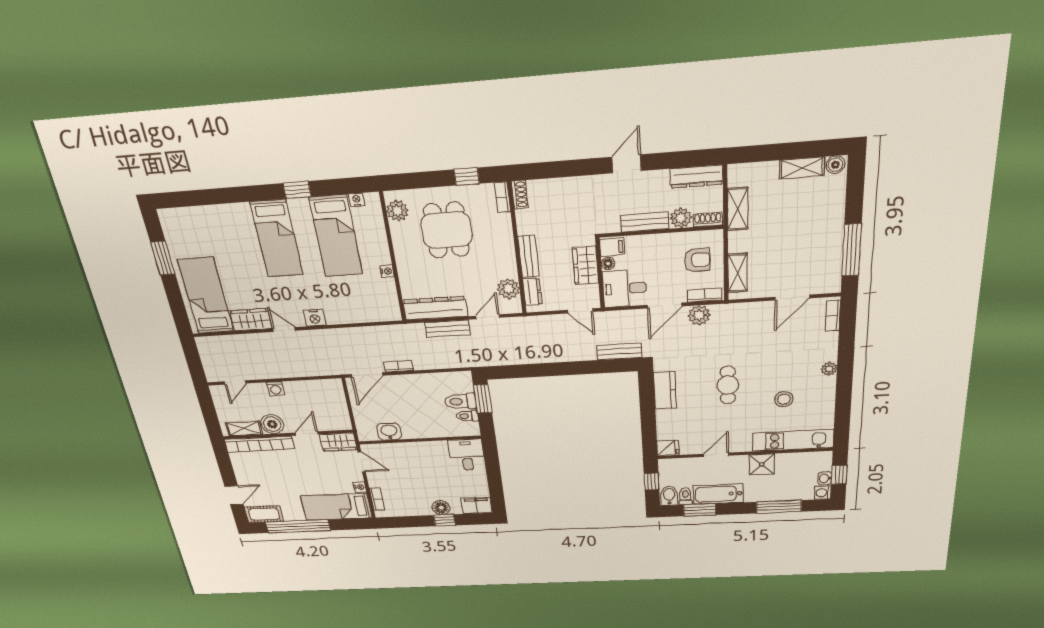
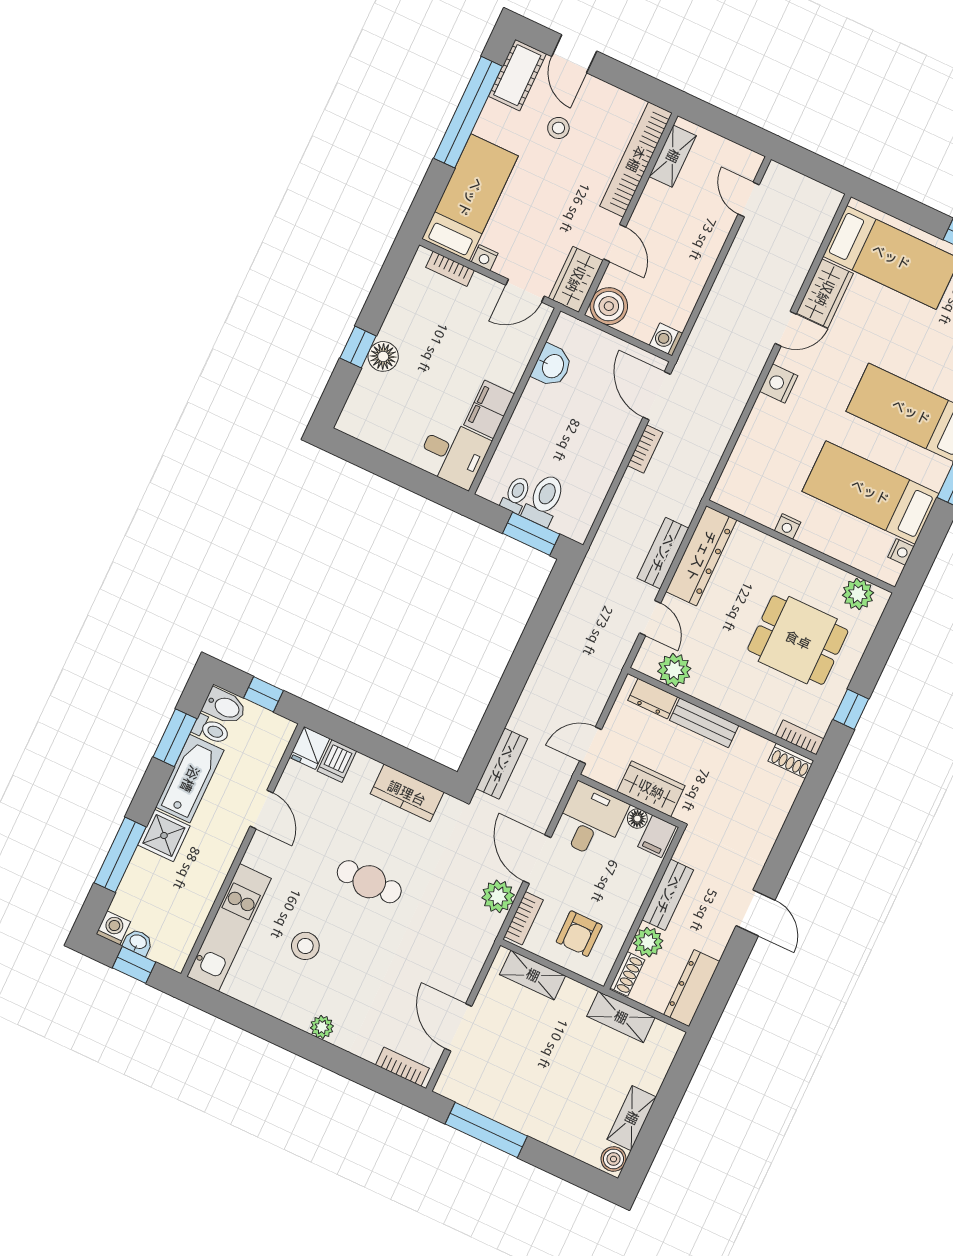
washing machine: (275, 389) -> (666, 339), moved
boiler: (272, 424) -> (609, 306), moved
dishwasher: (667, 432) -> (337, 761), added
shower: (762, 464) -> (164, 835), moved
stool: (273, 485) -> (558, 128), added
filing cabinet: (477, 505) -> (489, 409), moved, turned 180

